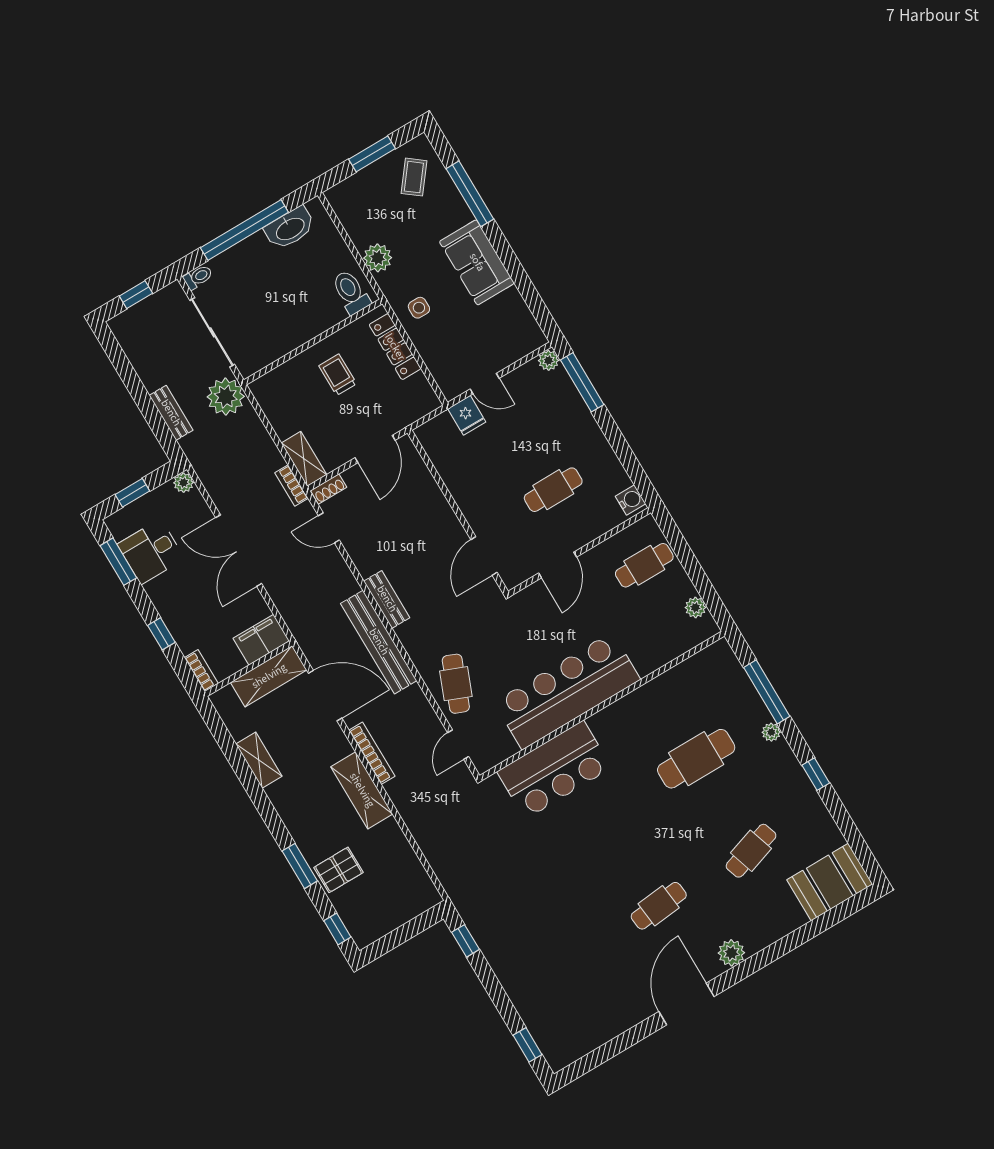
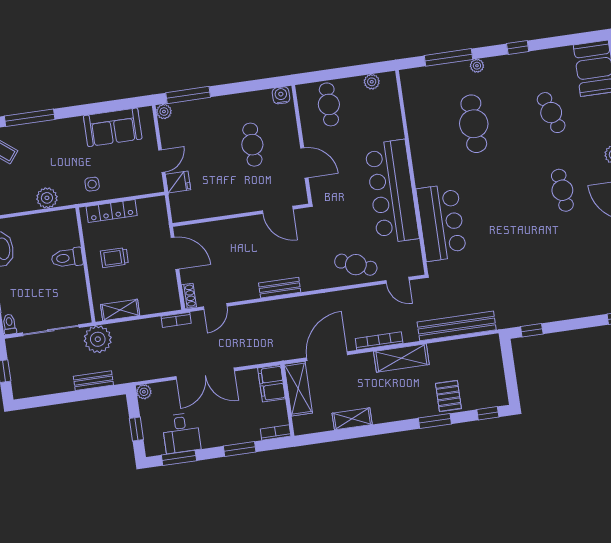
sofa: (477, 262) -> (113, 127), moved
toilet: (351, 292) -> (67, 258), moved
shelving: (304, 459) -> (120, 310), moved
window: (161, 634) -> (240, 449), width x1.50
bench: (379, 642) -> (457, 326), moved

